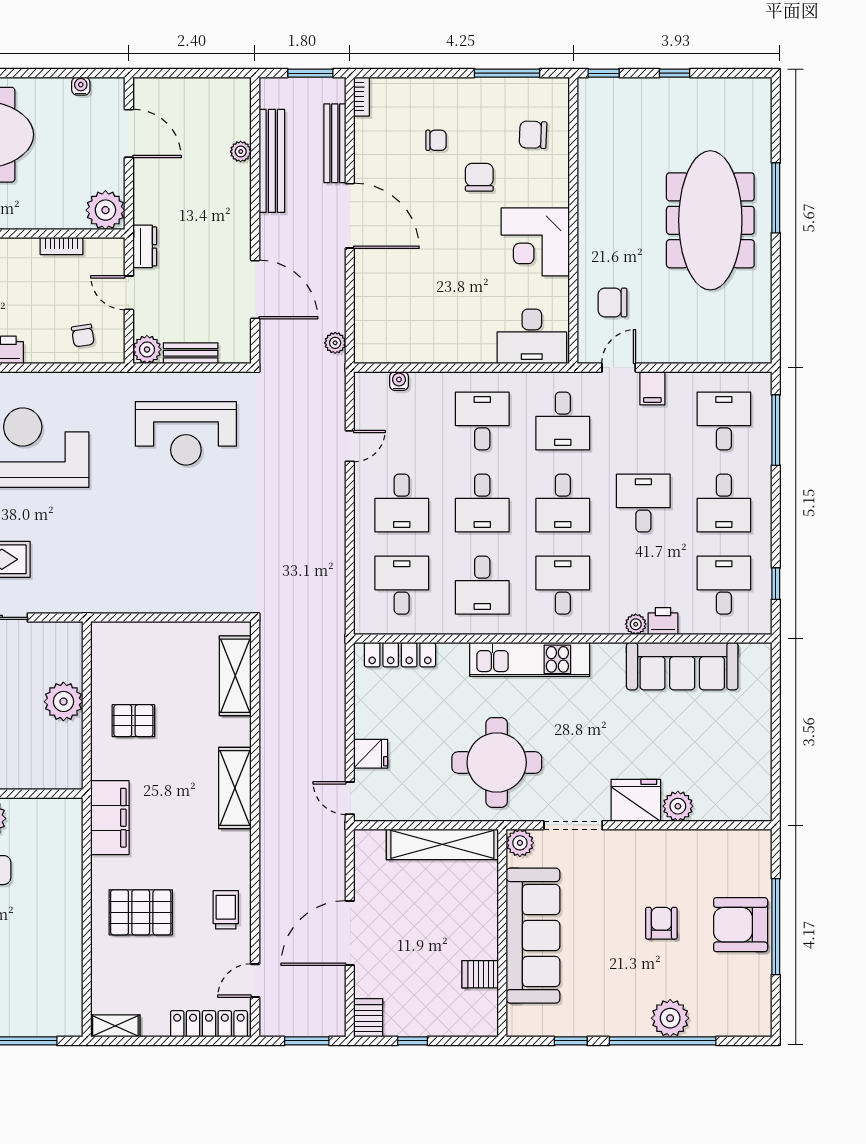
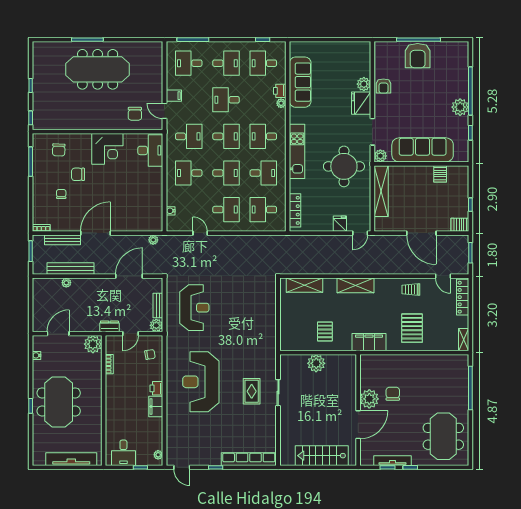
armchair: (661, 923) -> (383, 86), moved, turned -90
plant: (670, 1018) -> (460, 107), moved

